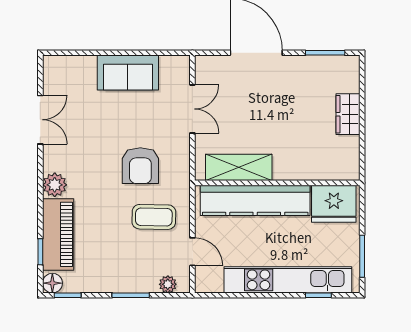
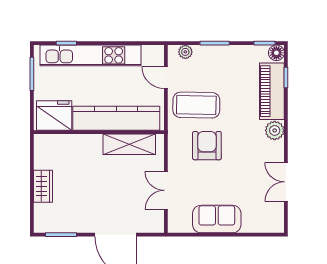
coffee table: (154, 217) -> (196, 105), width x1.36, depth x1.32

